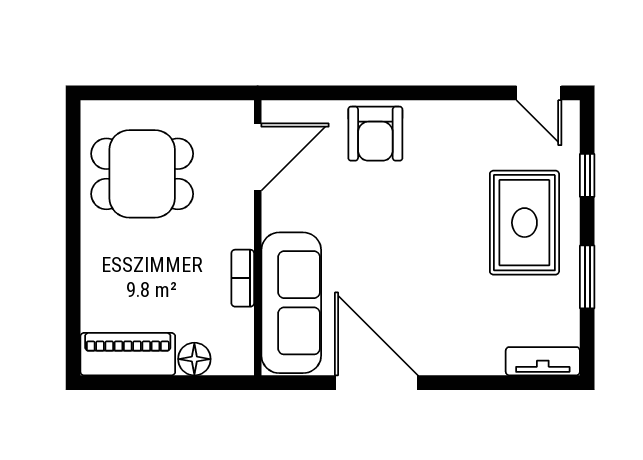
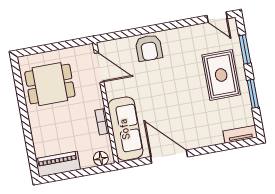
door: (258, 157) -> (99, 68), hinge flipped
window: (587, 175) -> (245, 49), width x1.50
floor lamp: (194, 359) -> (101, 159), moved

